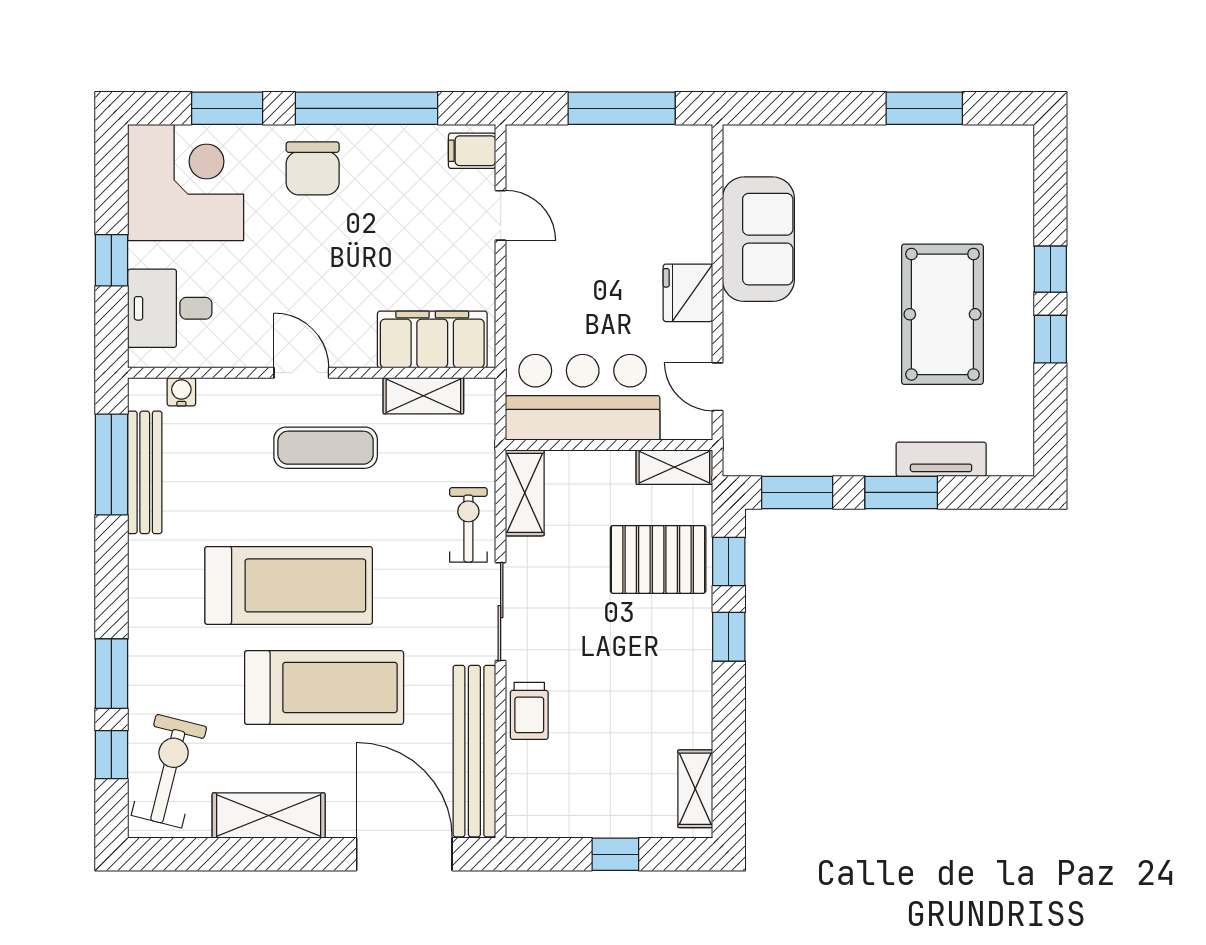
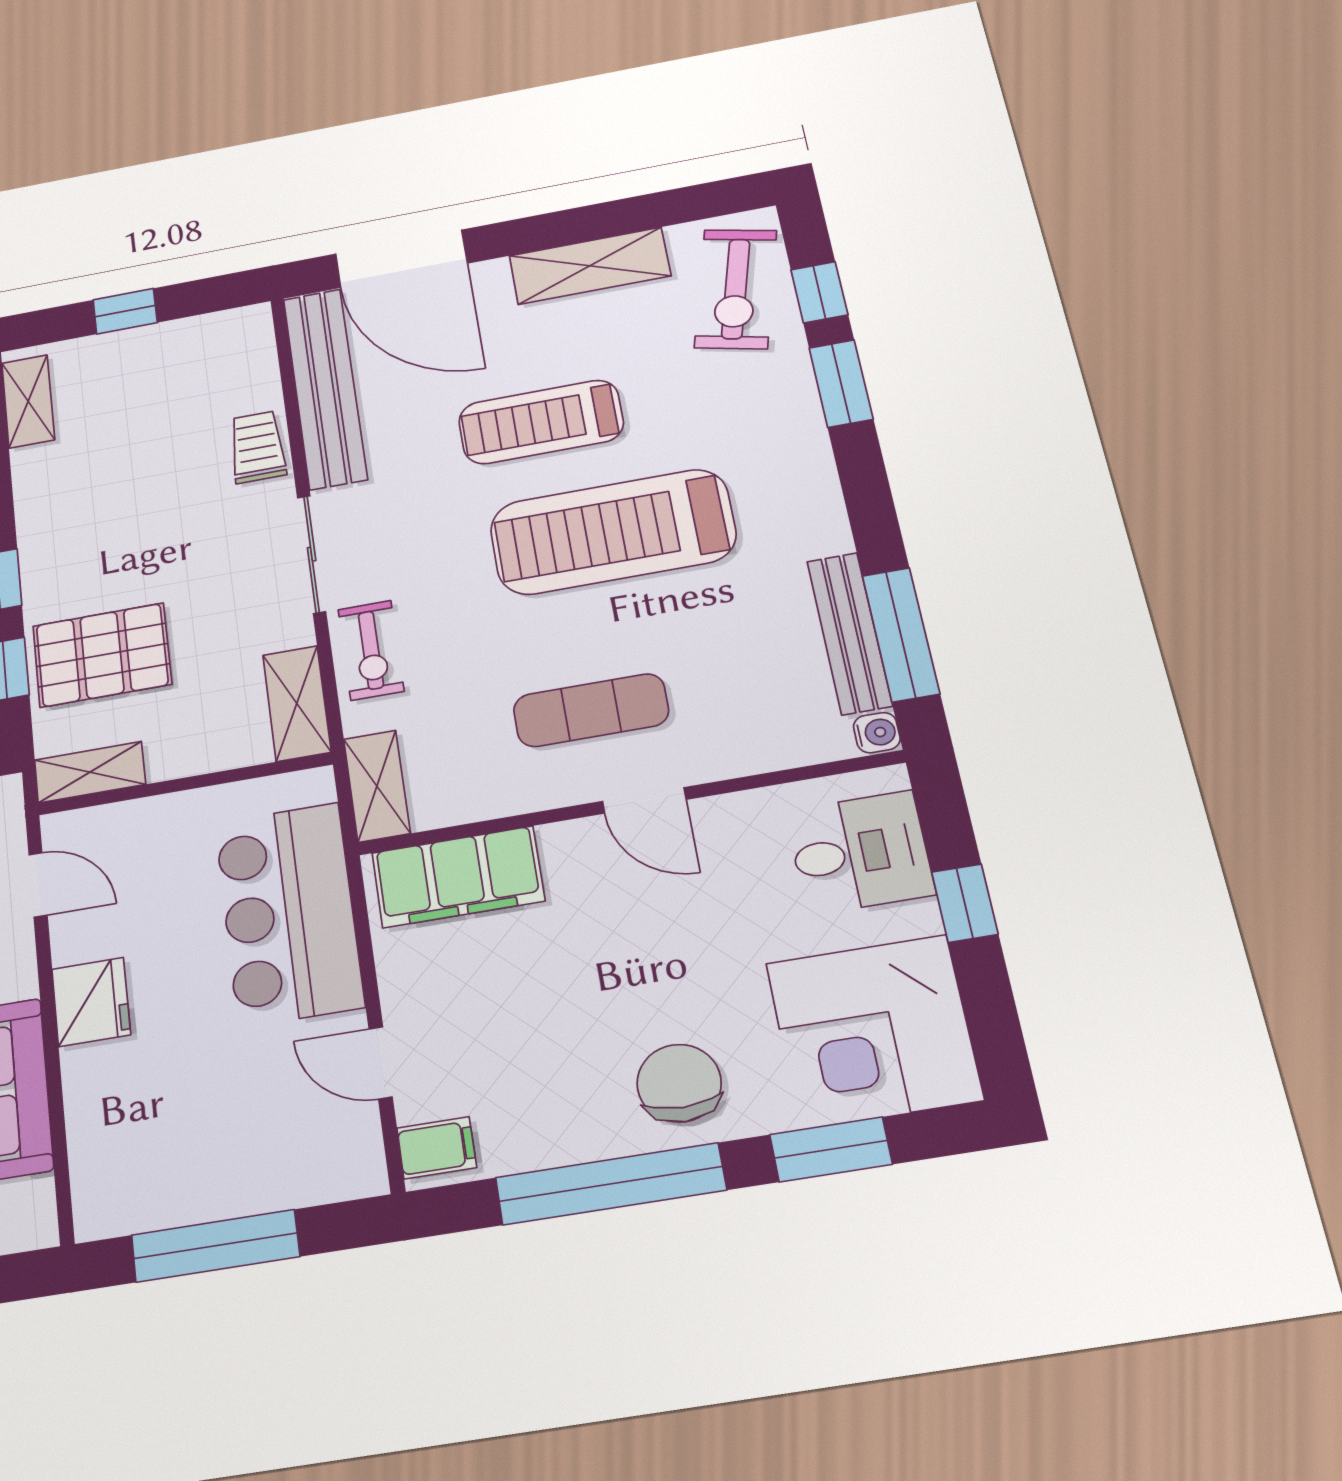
water cooler: (181, 392) -> (877, 733), moved, turned -90
shelving: (423, 396) -> (377, 786), moved, turned 90
bar counter: (583, 397) -> (289, 914), moved, turned 90
treadmill: (324, 688) -> (541, 422), width x0.73, depth x0.73

